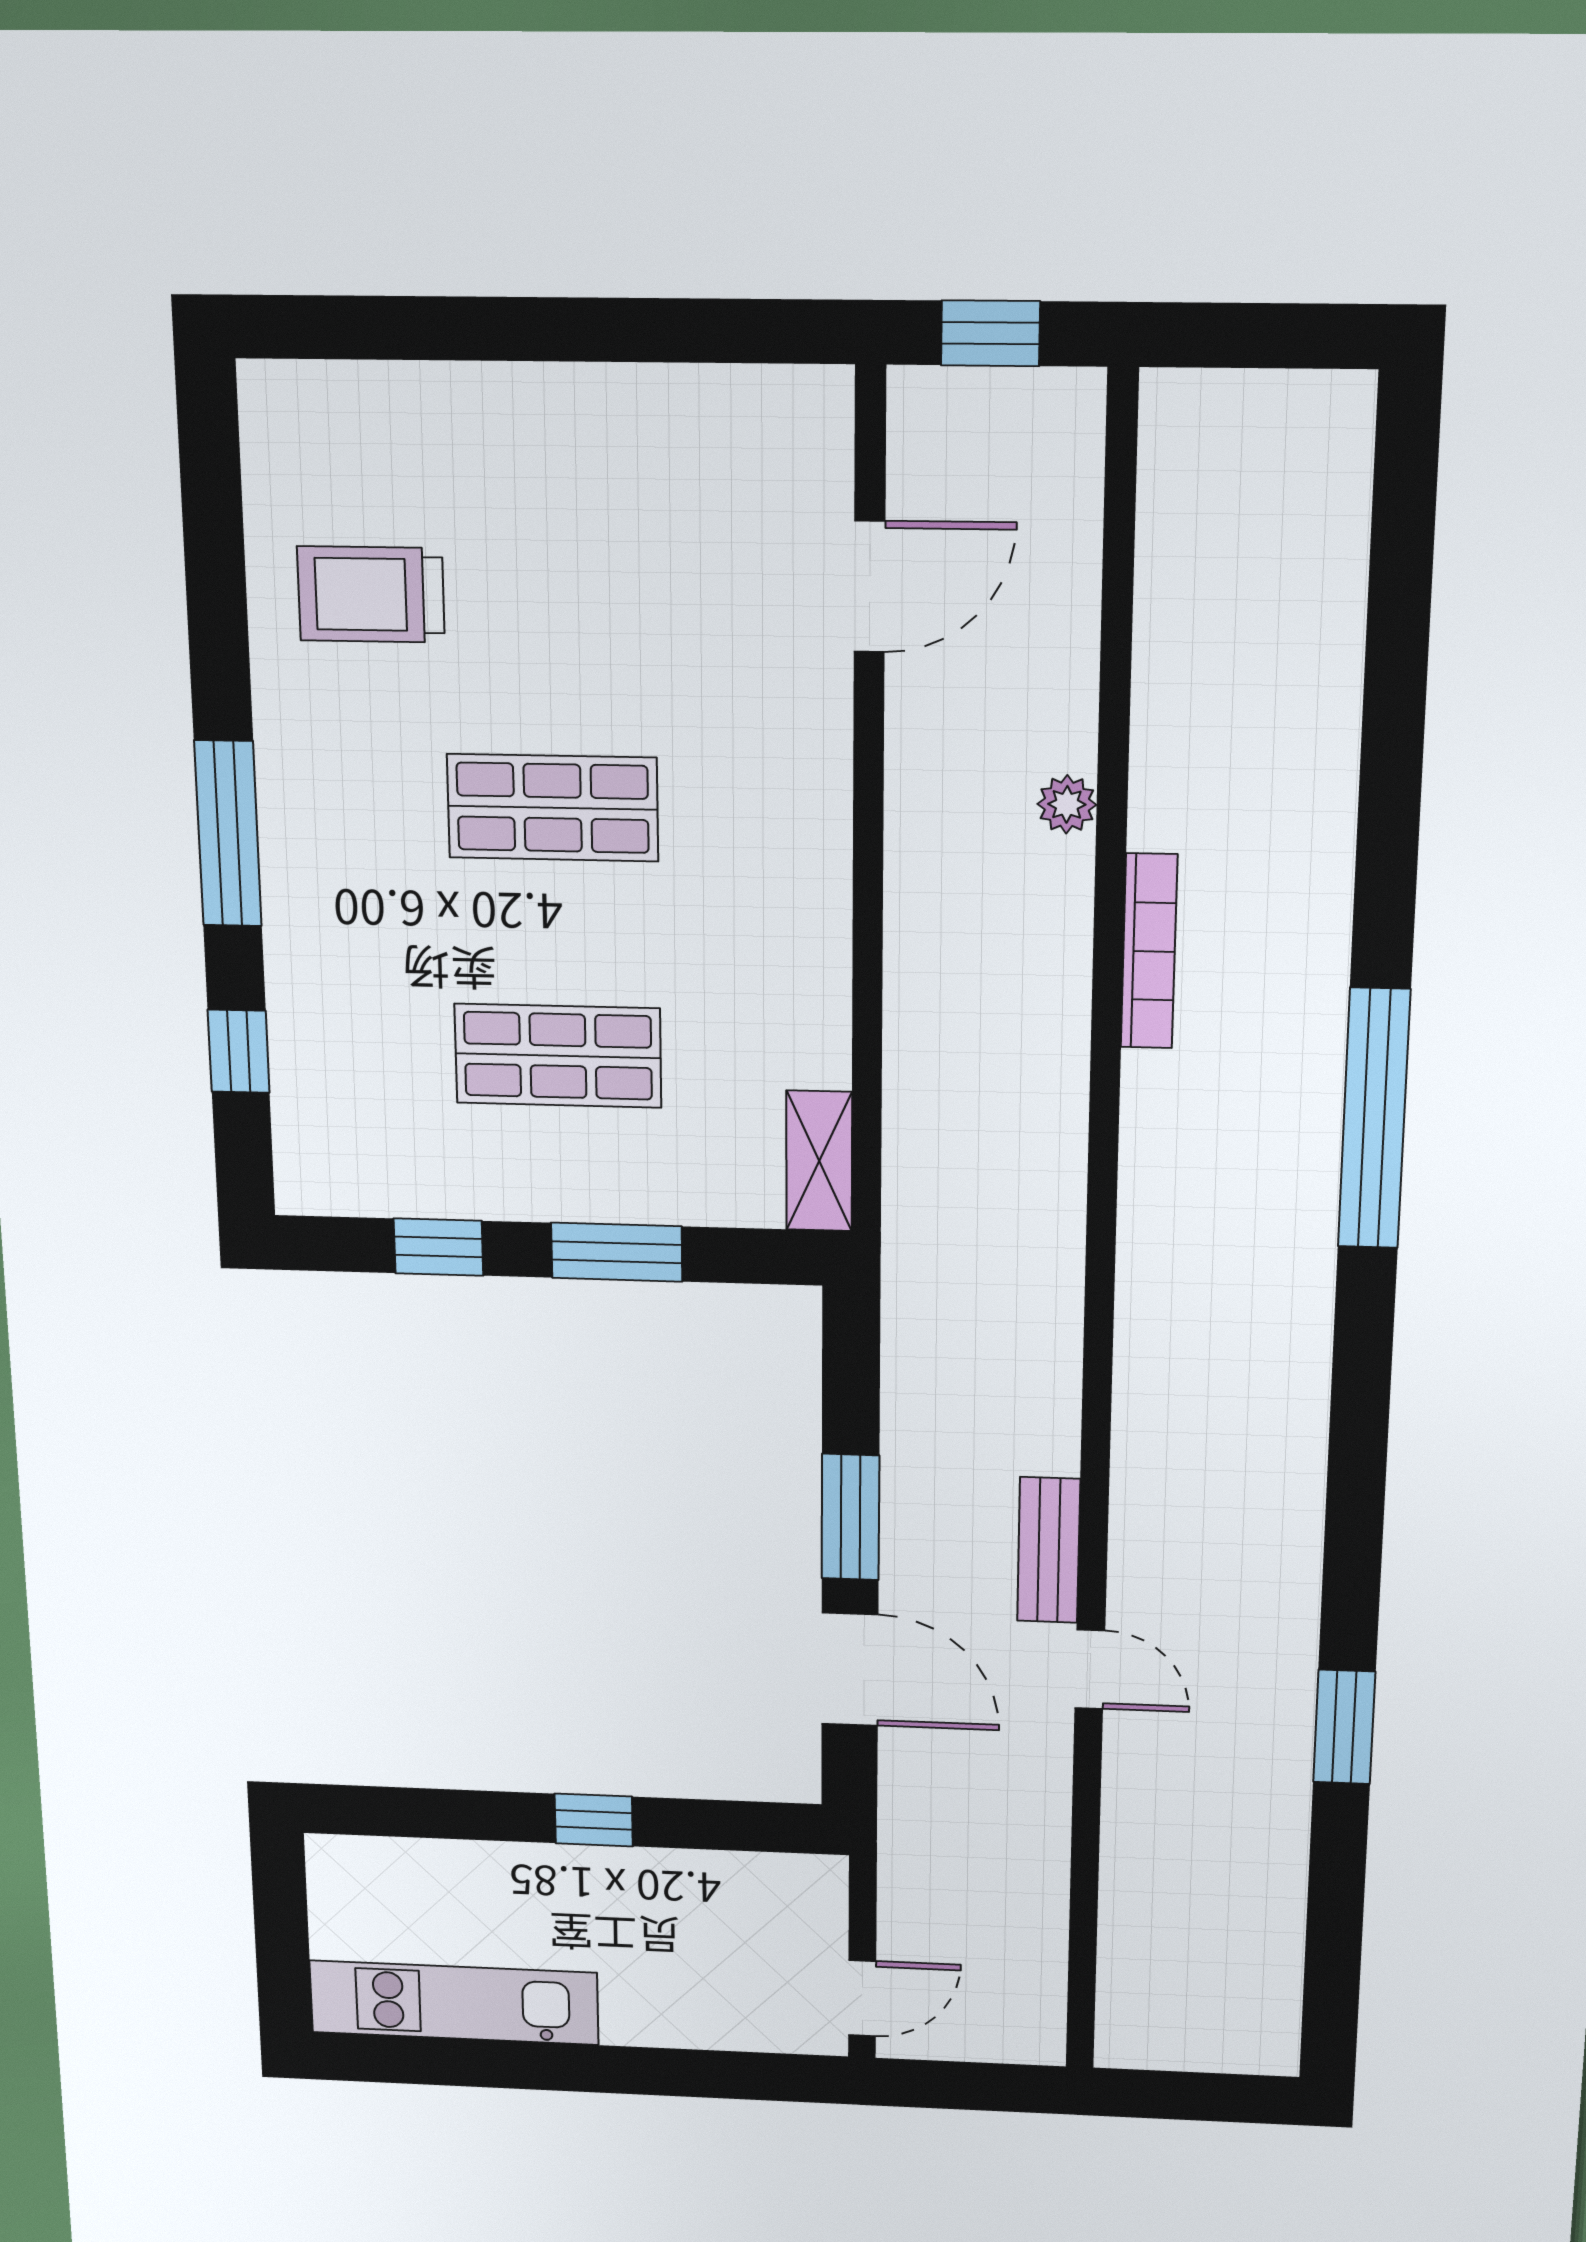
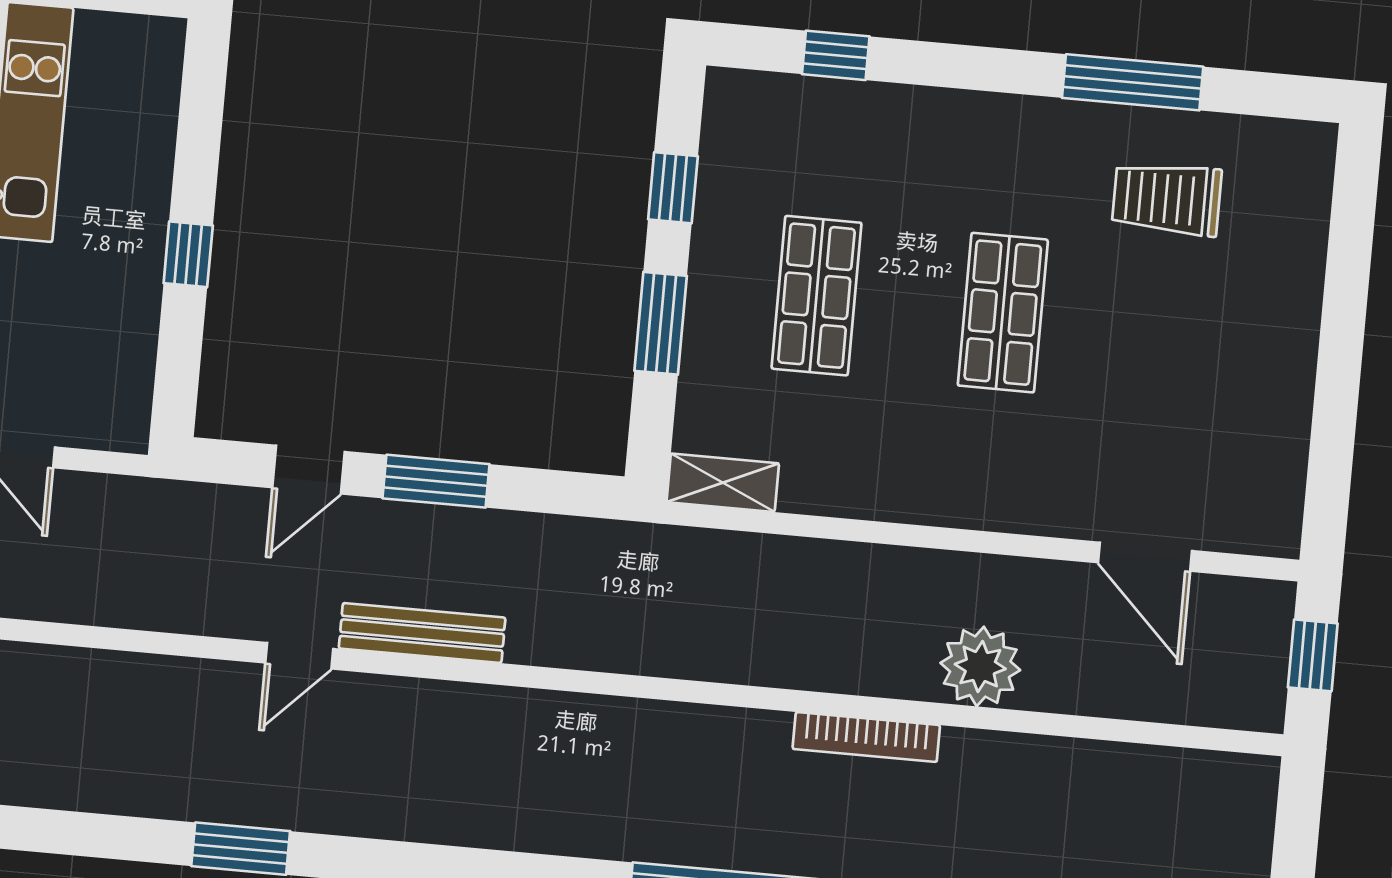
trolley: (371, 594) -> (1167, 199), turned -90
plant: (1067, 804) -> (980, 666), width x1.87, depth x1.87
window: (228, 834) -> (1133, 82), moved
bench: (1049, 1550) -> (422, 633), width x1.36
door: (850, 1669) -> (308, 470), width x0.73

